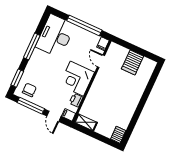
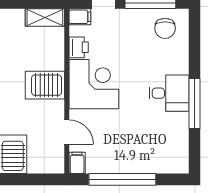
desk: (55, 36) -> (169, 93), moved, width x0.53, depth x0.77
window: (17, 78) -> (194, 39), removed
server rack: (101, 89) -> (45, 85), added

